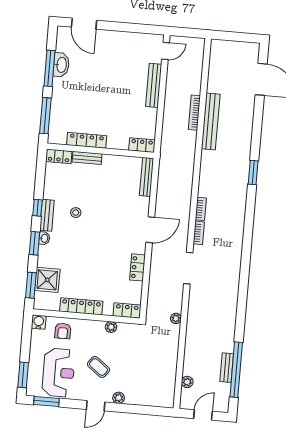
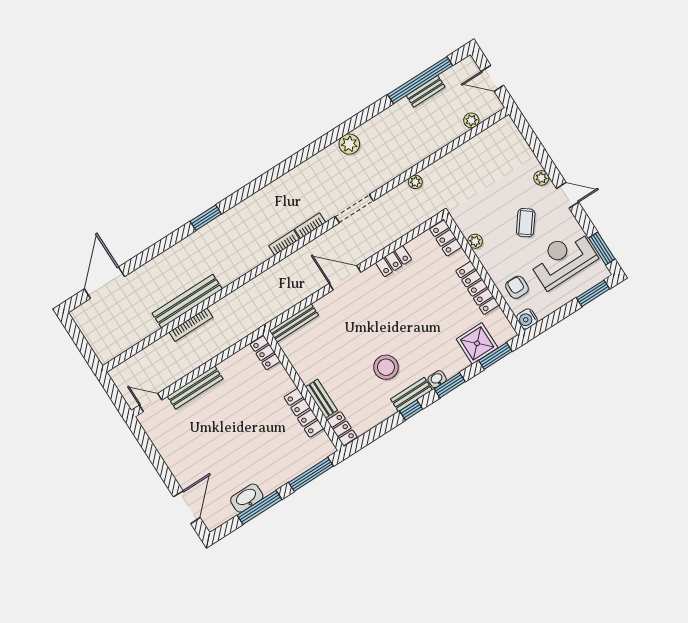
stool: (76, 213) -> (386, 367), width x1.89, depth x1.89
plant: (230, 296) -> (349, 144), added
armchair: (63, 331) -> (517, 287), turned -90

